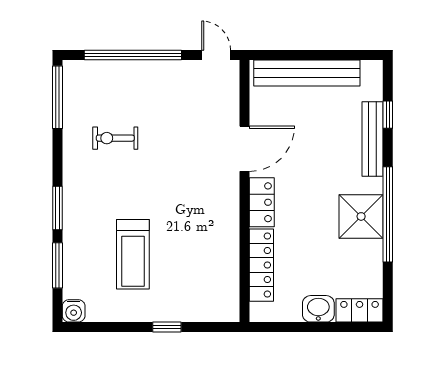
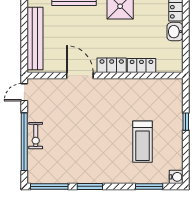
exercise bike: (115, 138) -> (36, 136), moved
window: (57, 208) -> (90, 186), moved
treadmill: (133, 254) -> (143, 142), turned 90
locker: (261, 265) -> (141, 65), width x0.66

